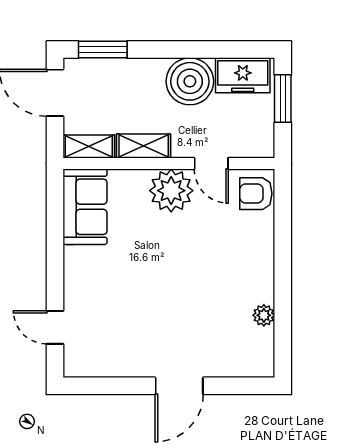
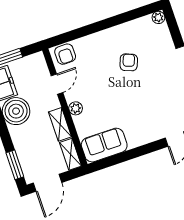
plant: (171, 191) -> (76, 108), width x0.53, depth x0.53
armchair: (207, 293) -> (129, 62), added
plant: (264, 315) -> (158, 17), moved

